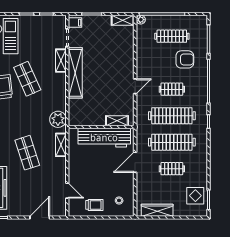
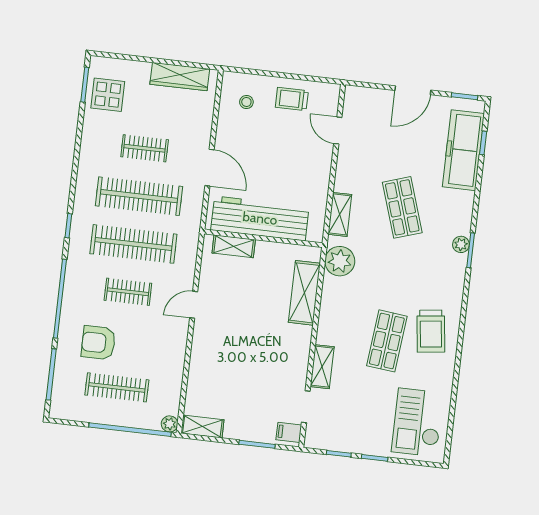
shelving: (75, 73) -> (304, 293), moved, width x0.68
shop shelf: (27, 79) -> (387, 341), turned 30
door: (135, 162) -> (209, 168), hinge flipped
door: (40, 217) -> (413, 90), moved

